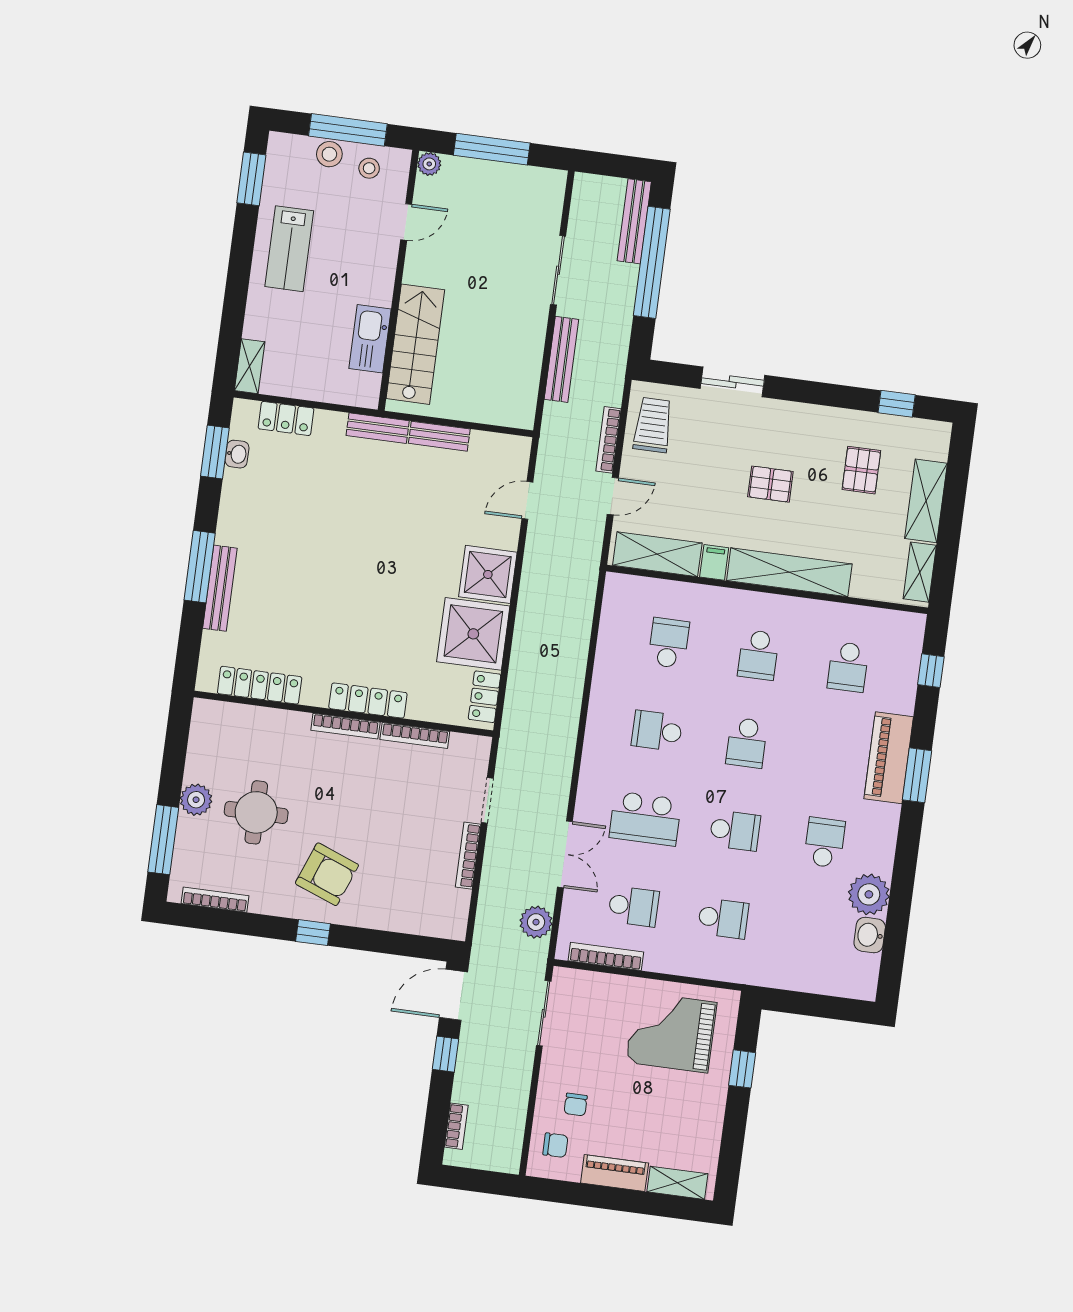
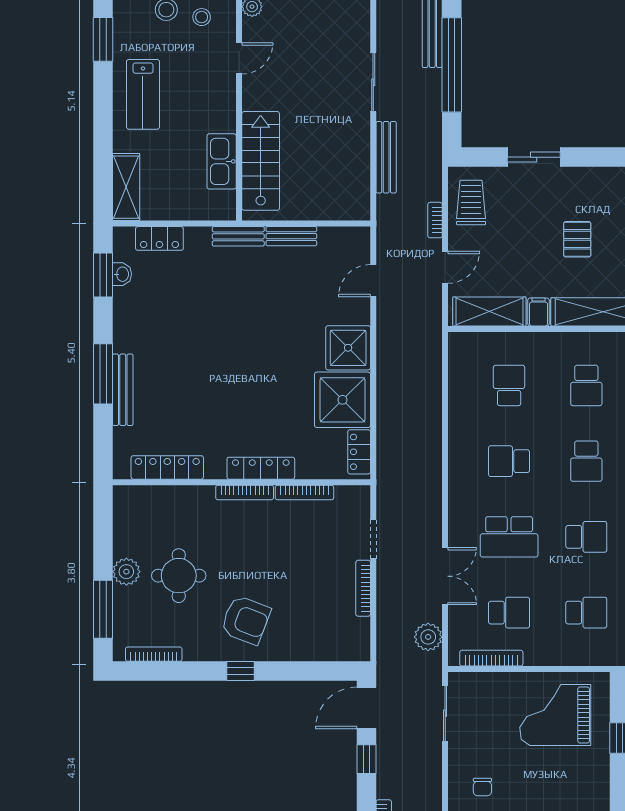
shelving: (250, 366) -> (126, 187), width x1.50, depth x1.33
bookcase: (608, 440) -> (435, 220), width x0.64
pallet: (770, 484) -> (577, 239), turned 90

